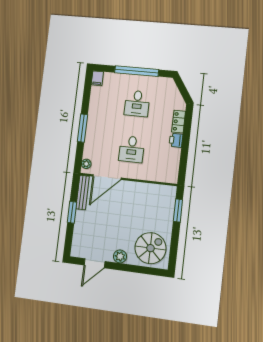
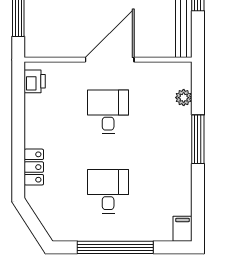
printer: (176, 140) -> (35, 81), moved
plant: (86, 164) -> (184, 98), moved
door: (107, 177) -> (110, 60), moved

